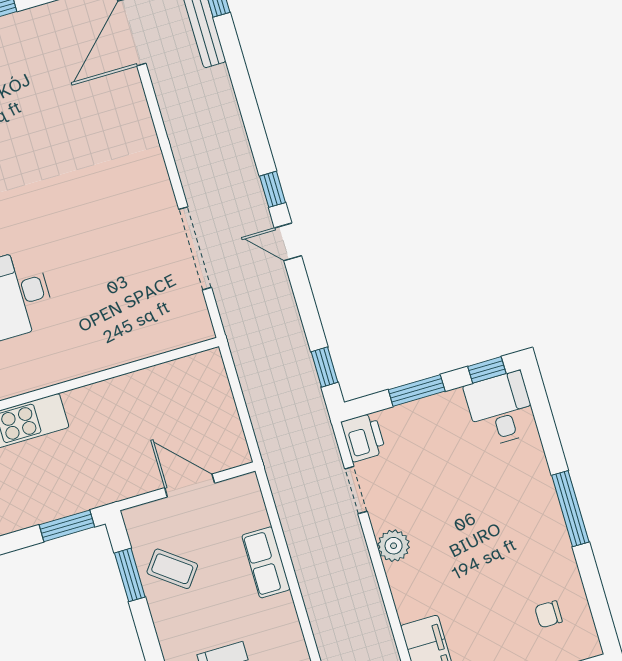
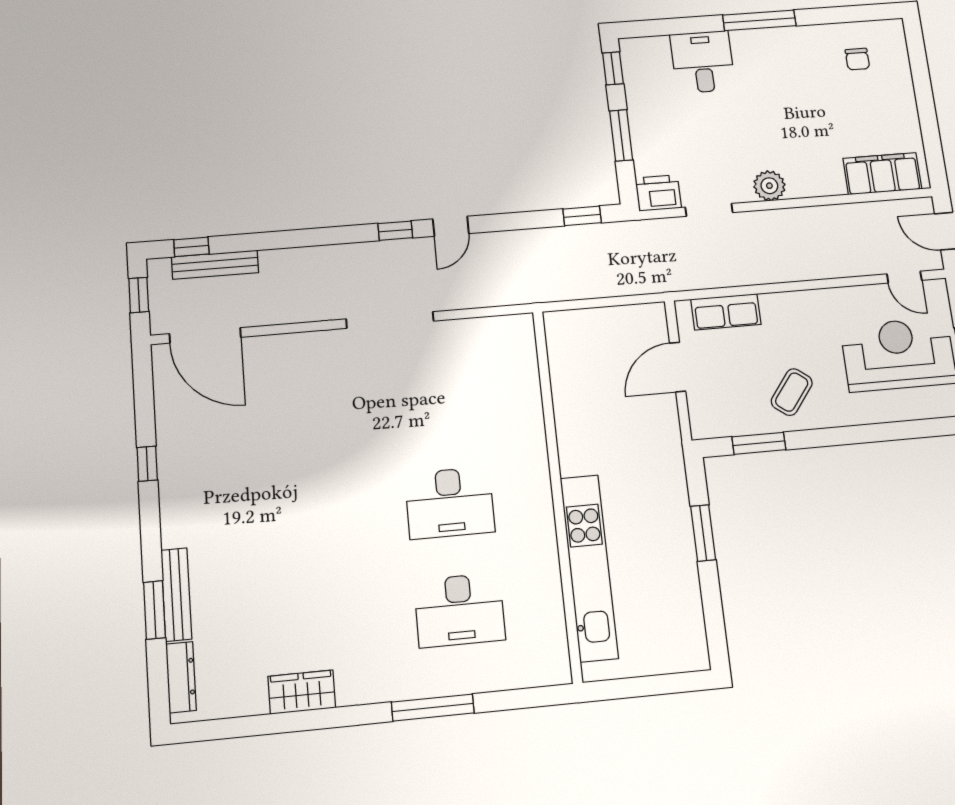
doorway: (195, 248) -> (390, 320), moved
desk: (501, 409) -> (703, 62), moved, turned 90
window: (67, 526) -> (703, 533), moved
row of seats: (266, 562) -> (726, 312), moved
coffee table: (172, 569) -> (792, 392), moved

